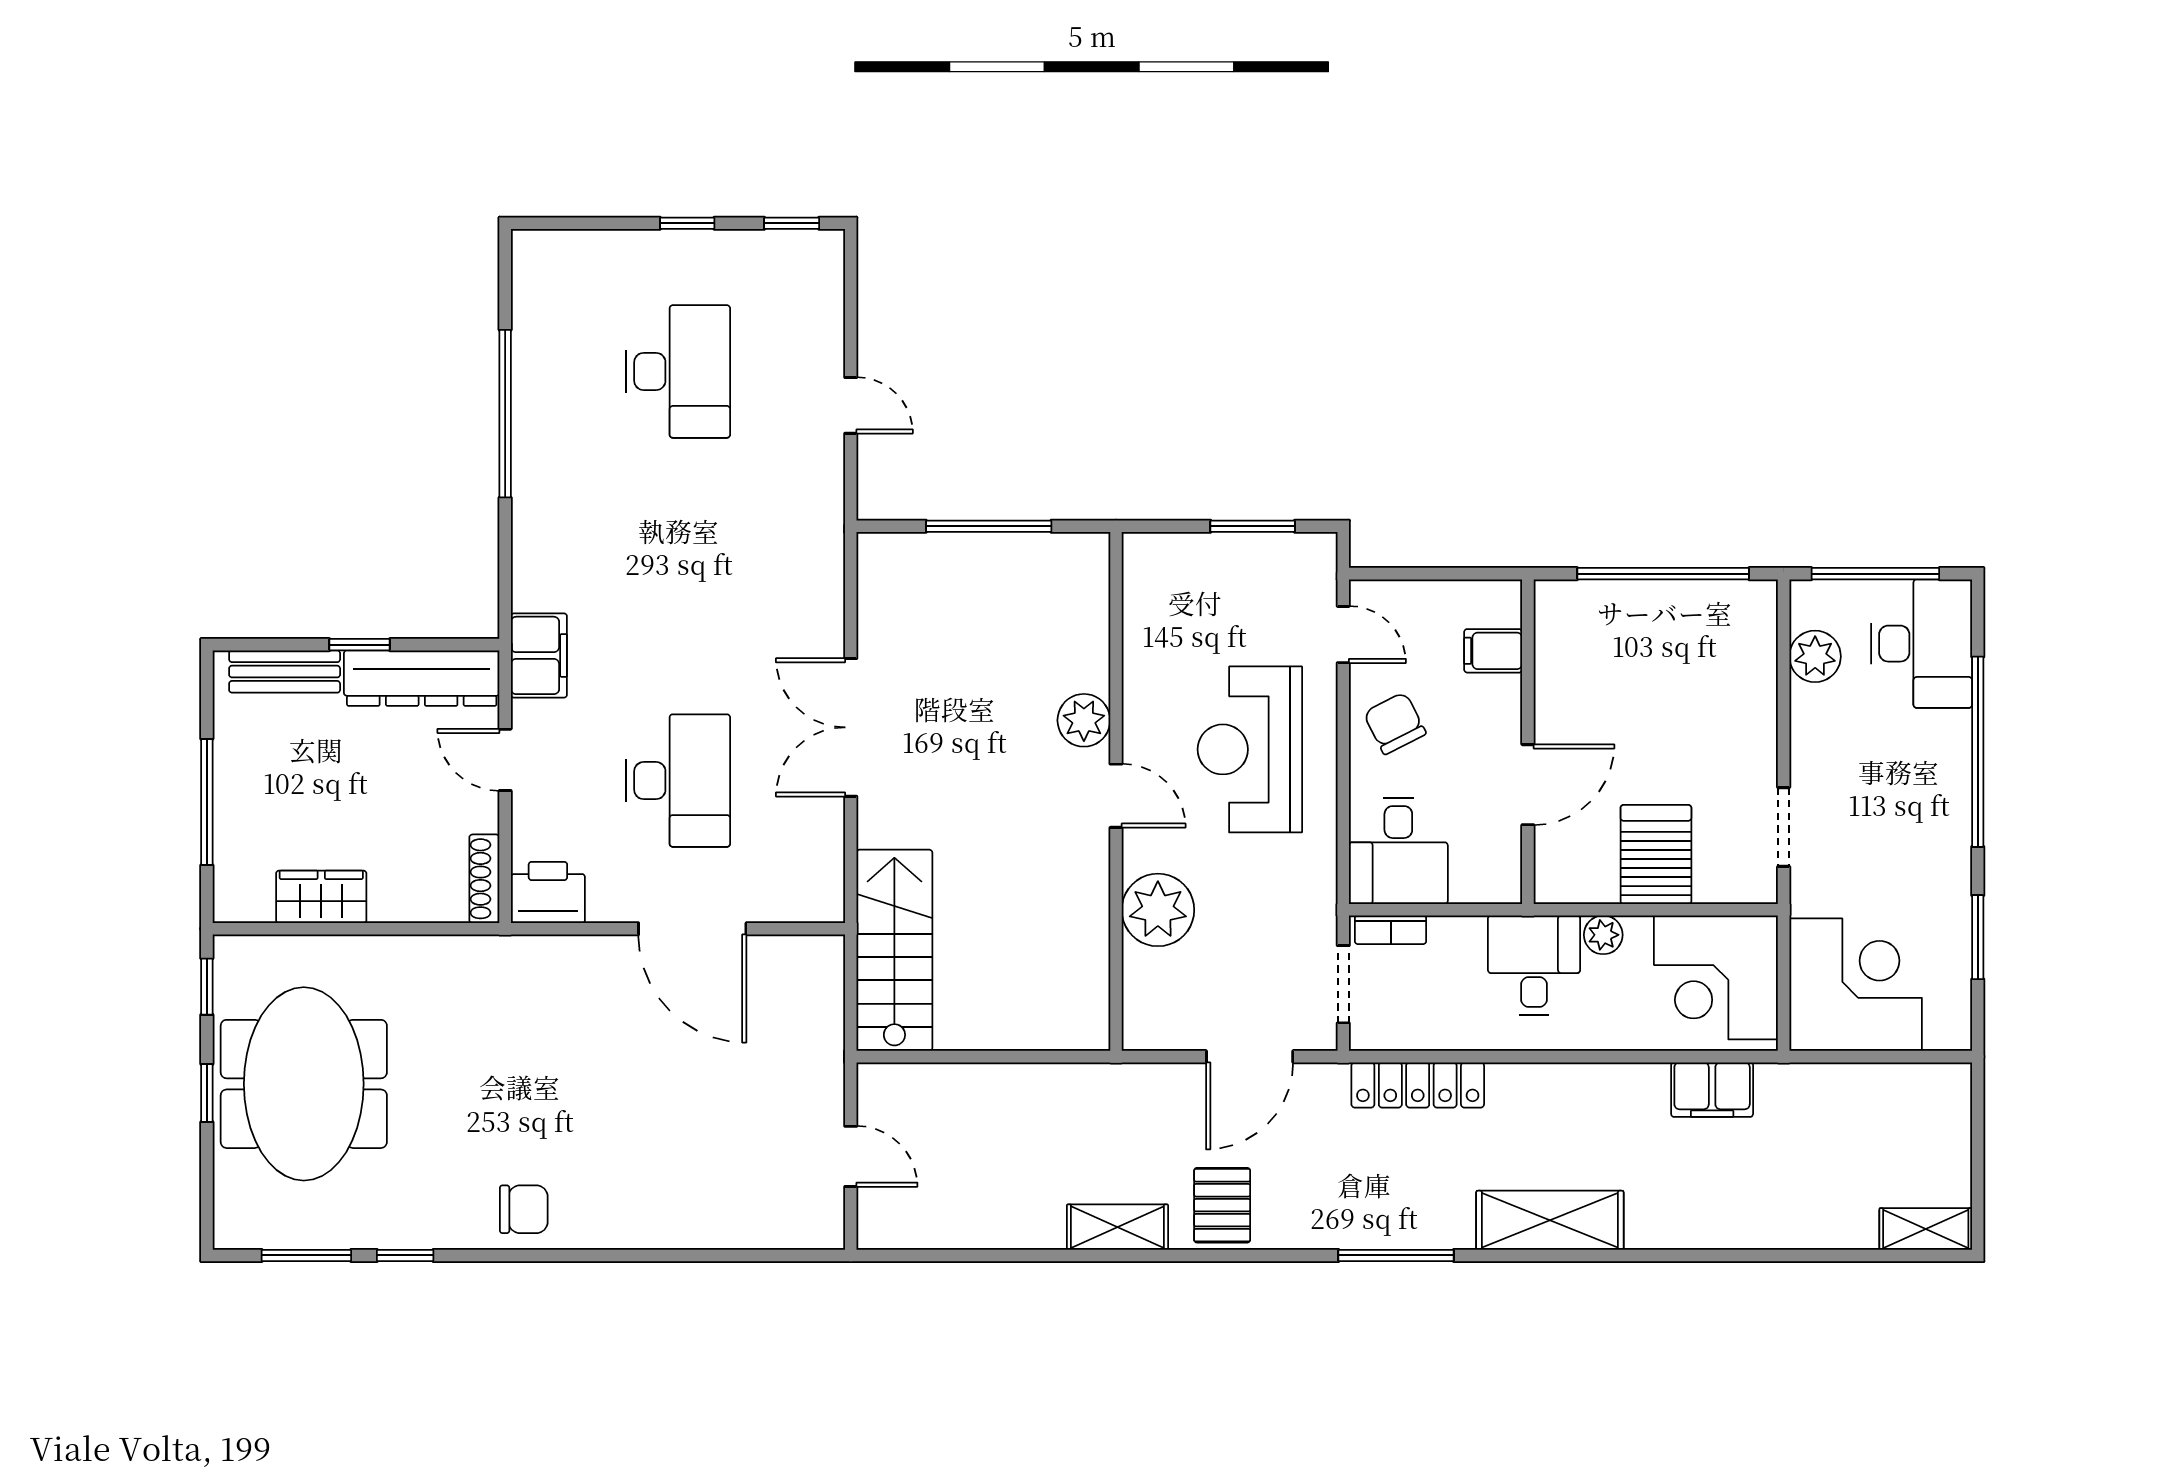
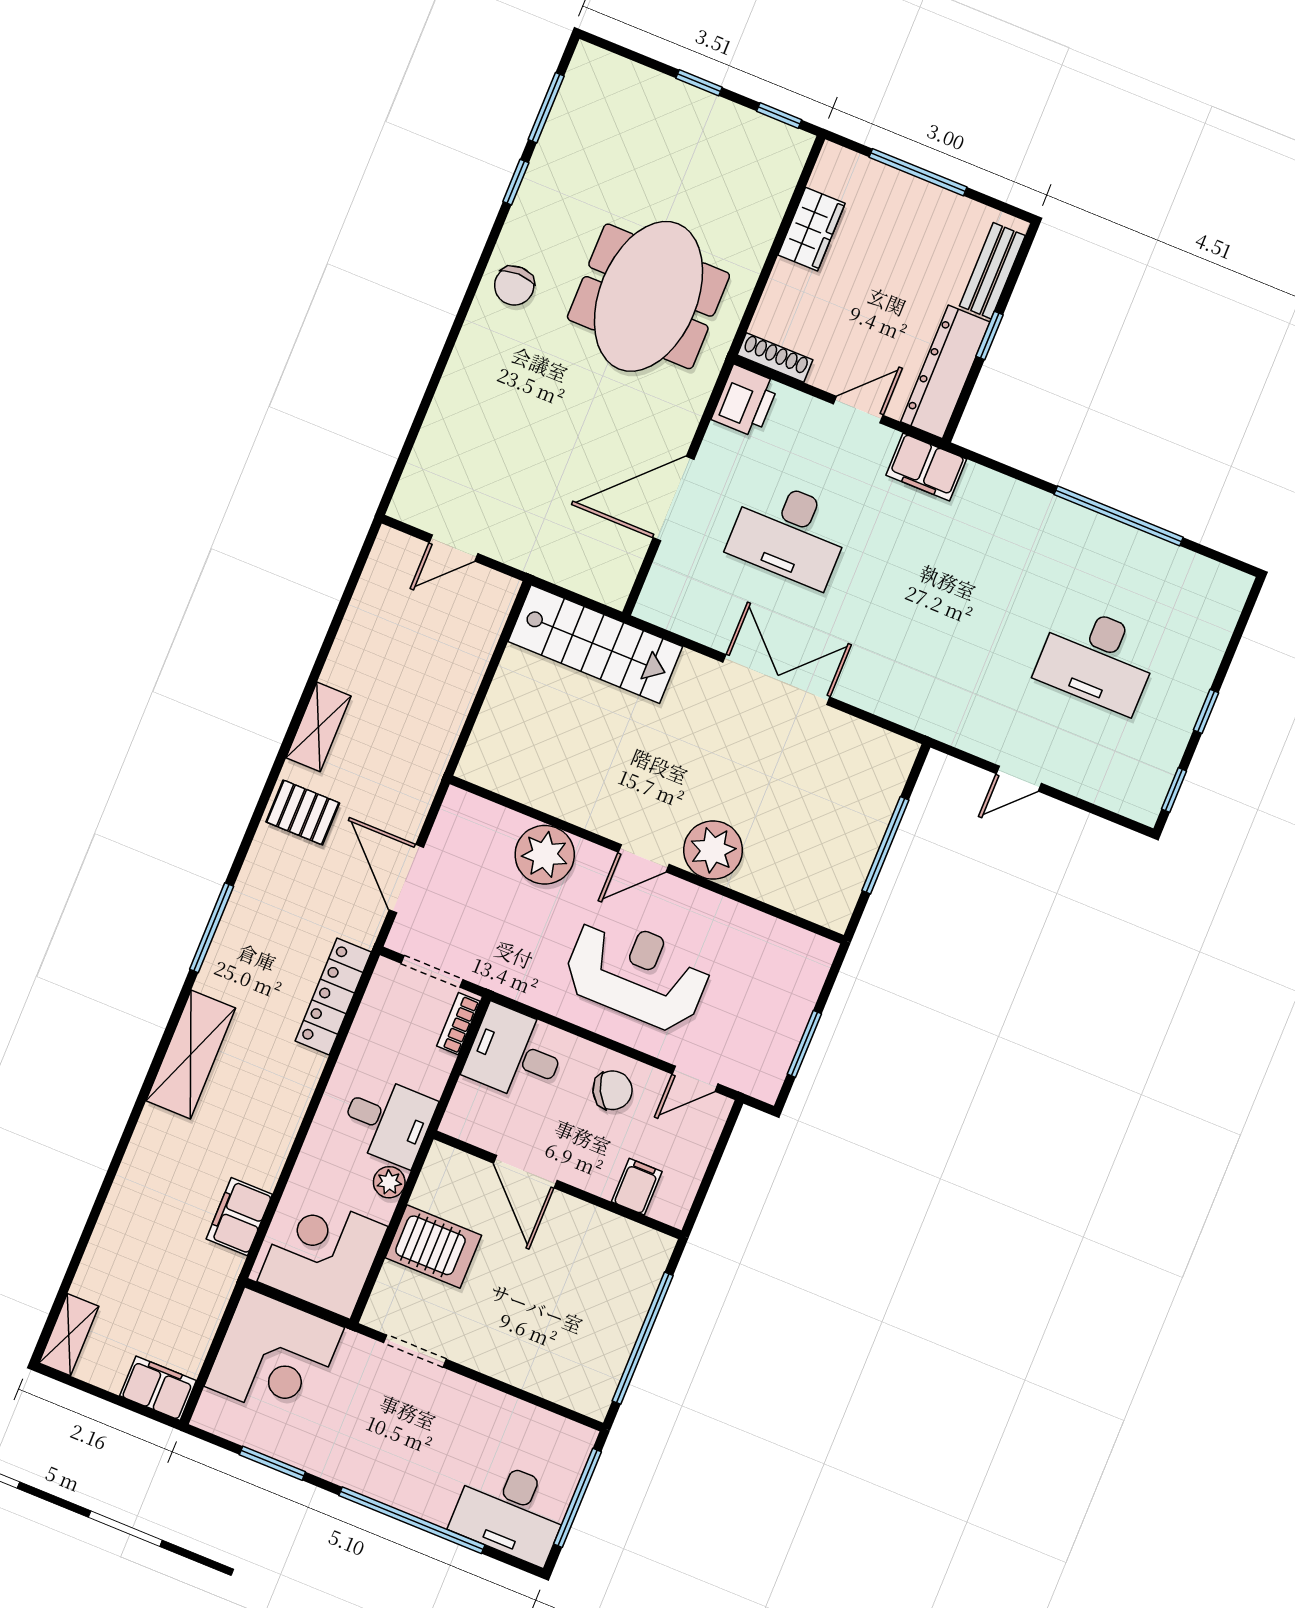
plant: (1815, 656) -> (534, 1427), removed
plant: (1084, 720) -> (713, 850), width x1.36, depth x1.36
meeting table: (304, 1084) -> (648, 296), moved, turned 90
filing cabinet: (1945, 1102) -> (158, 1388), added

